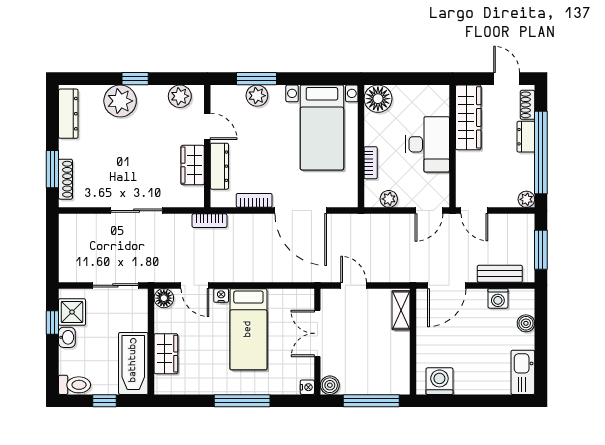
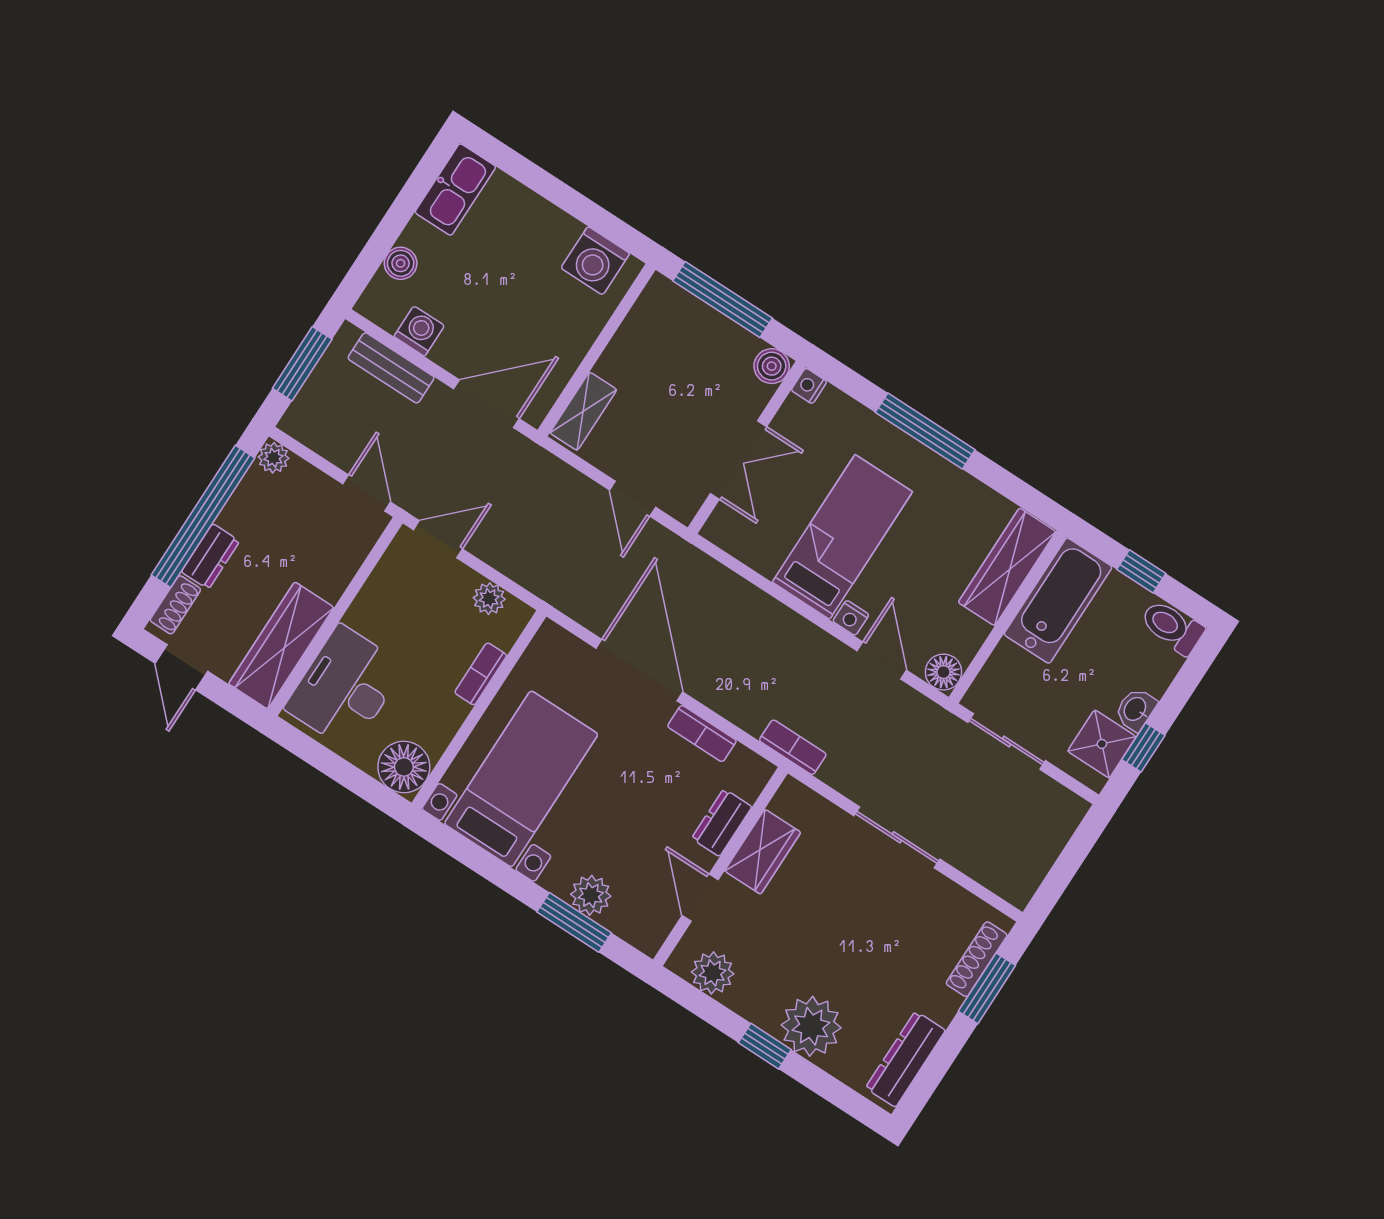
desk: (428, 144) -> (345, 687), moved
dresser: (219, 166) -> (722, 823), width x0.70
wardrobe: (166, 354) -> (1007, 567), width x1.50

